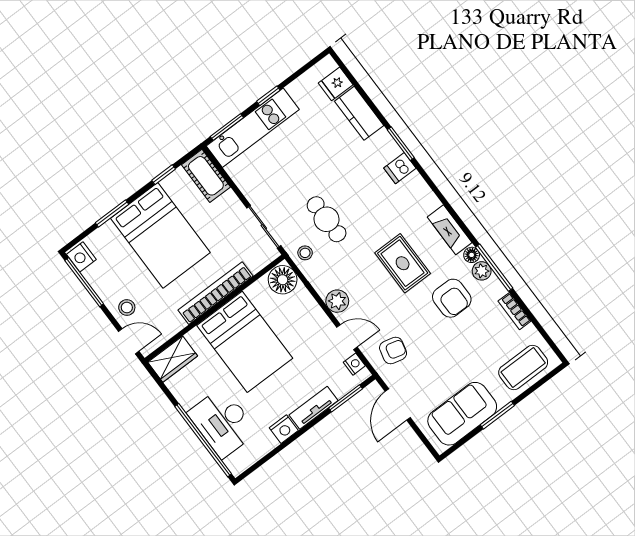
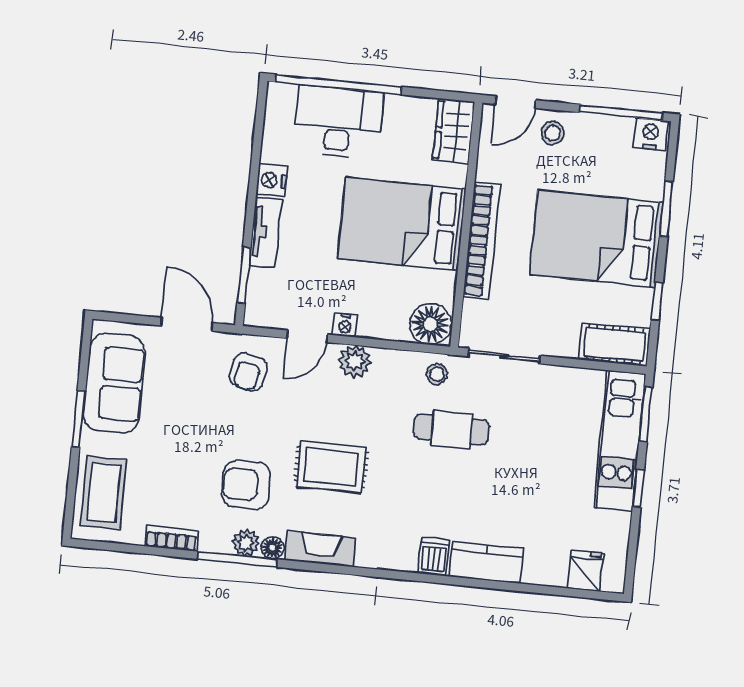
kitchen counter: (359, 113) -> (486, 562), moved
window: (401, 144) -> (459, 581), removed
nightstand: (354, 364) -> (345, 325), moved

